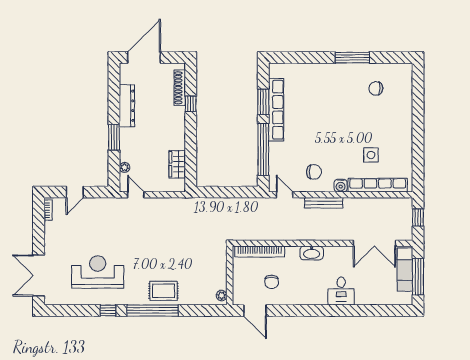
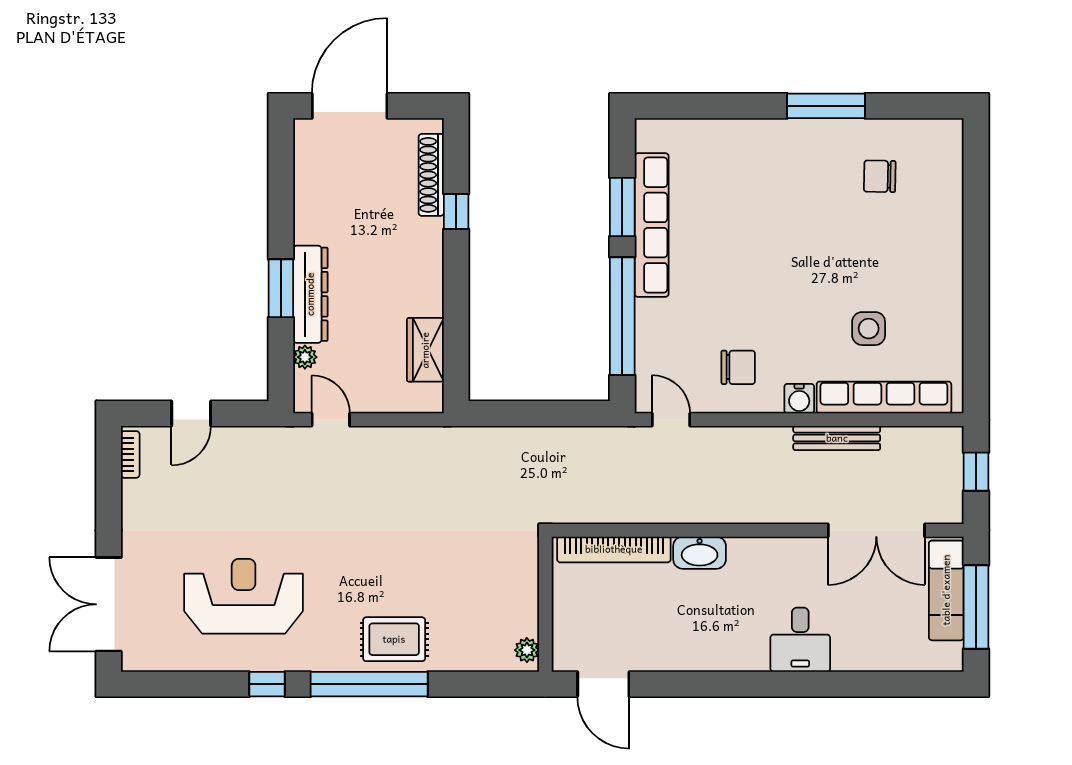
dresser: (127, 106) -> (310, 294), moved
bench: (324, 203) -> (837, 438), moved
washbasin: (312, 253) -> (700, 553), moved
chair: (272, 282) -> (641, 619), removed

